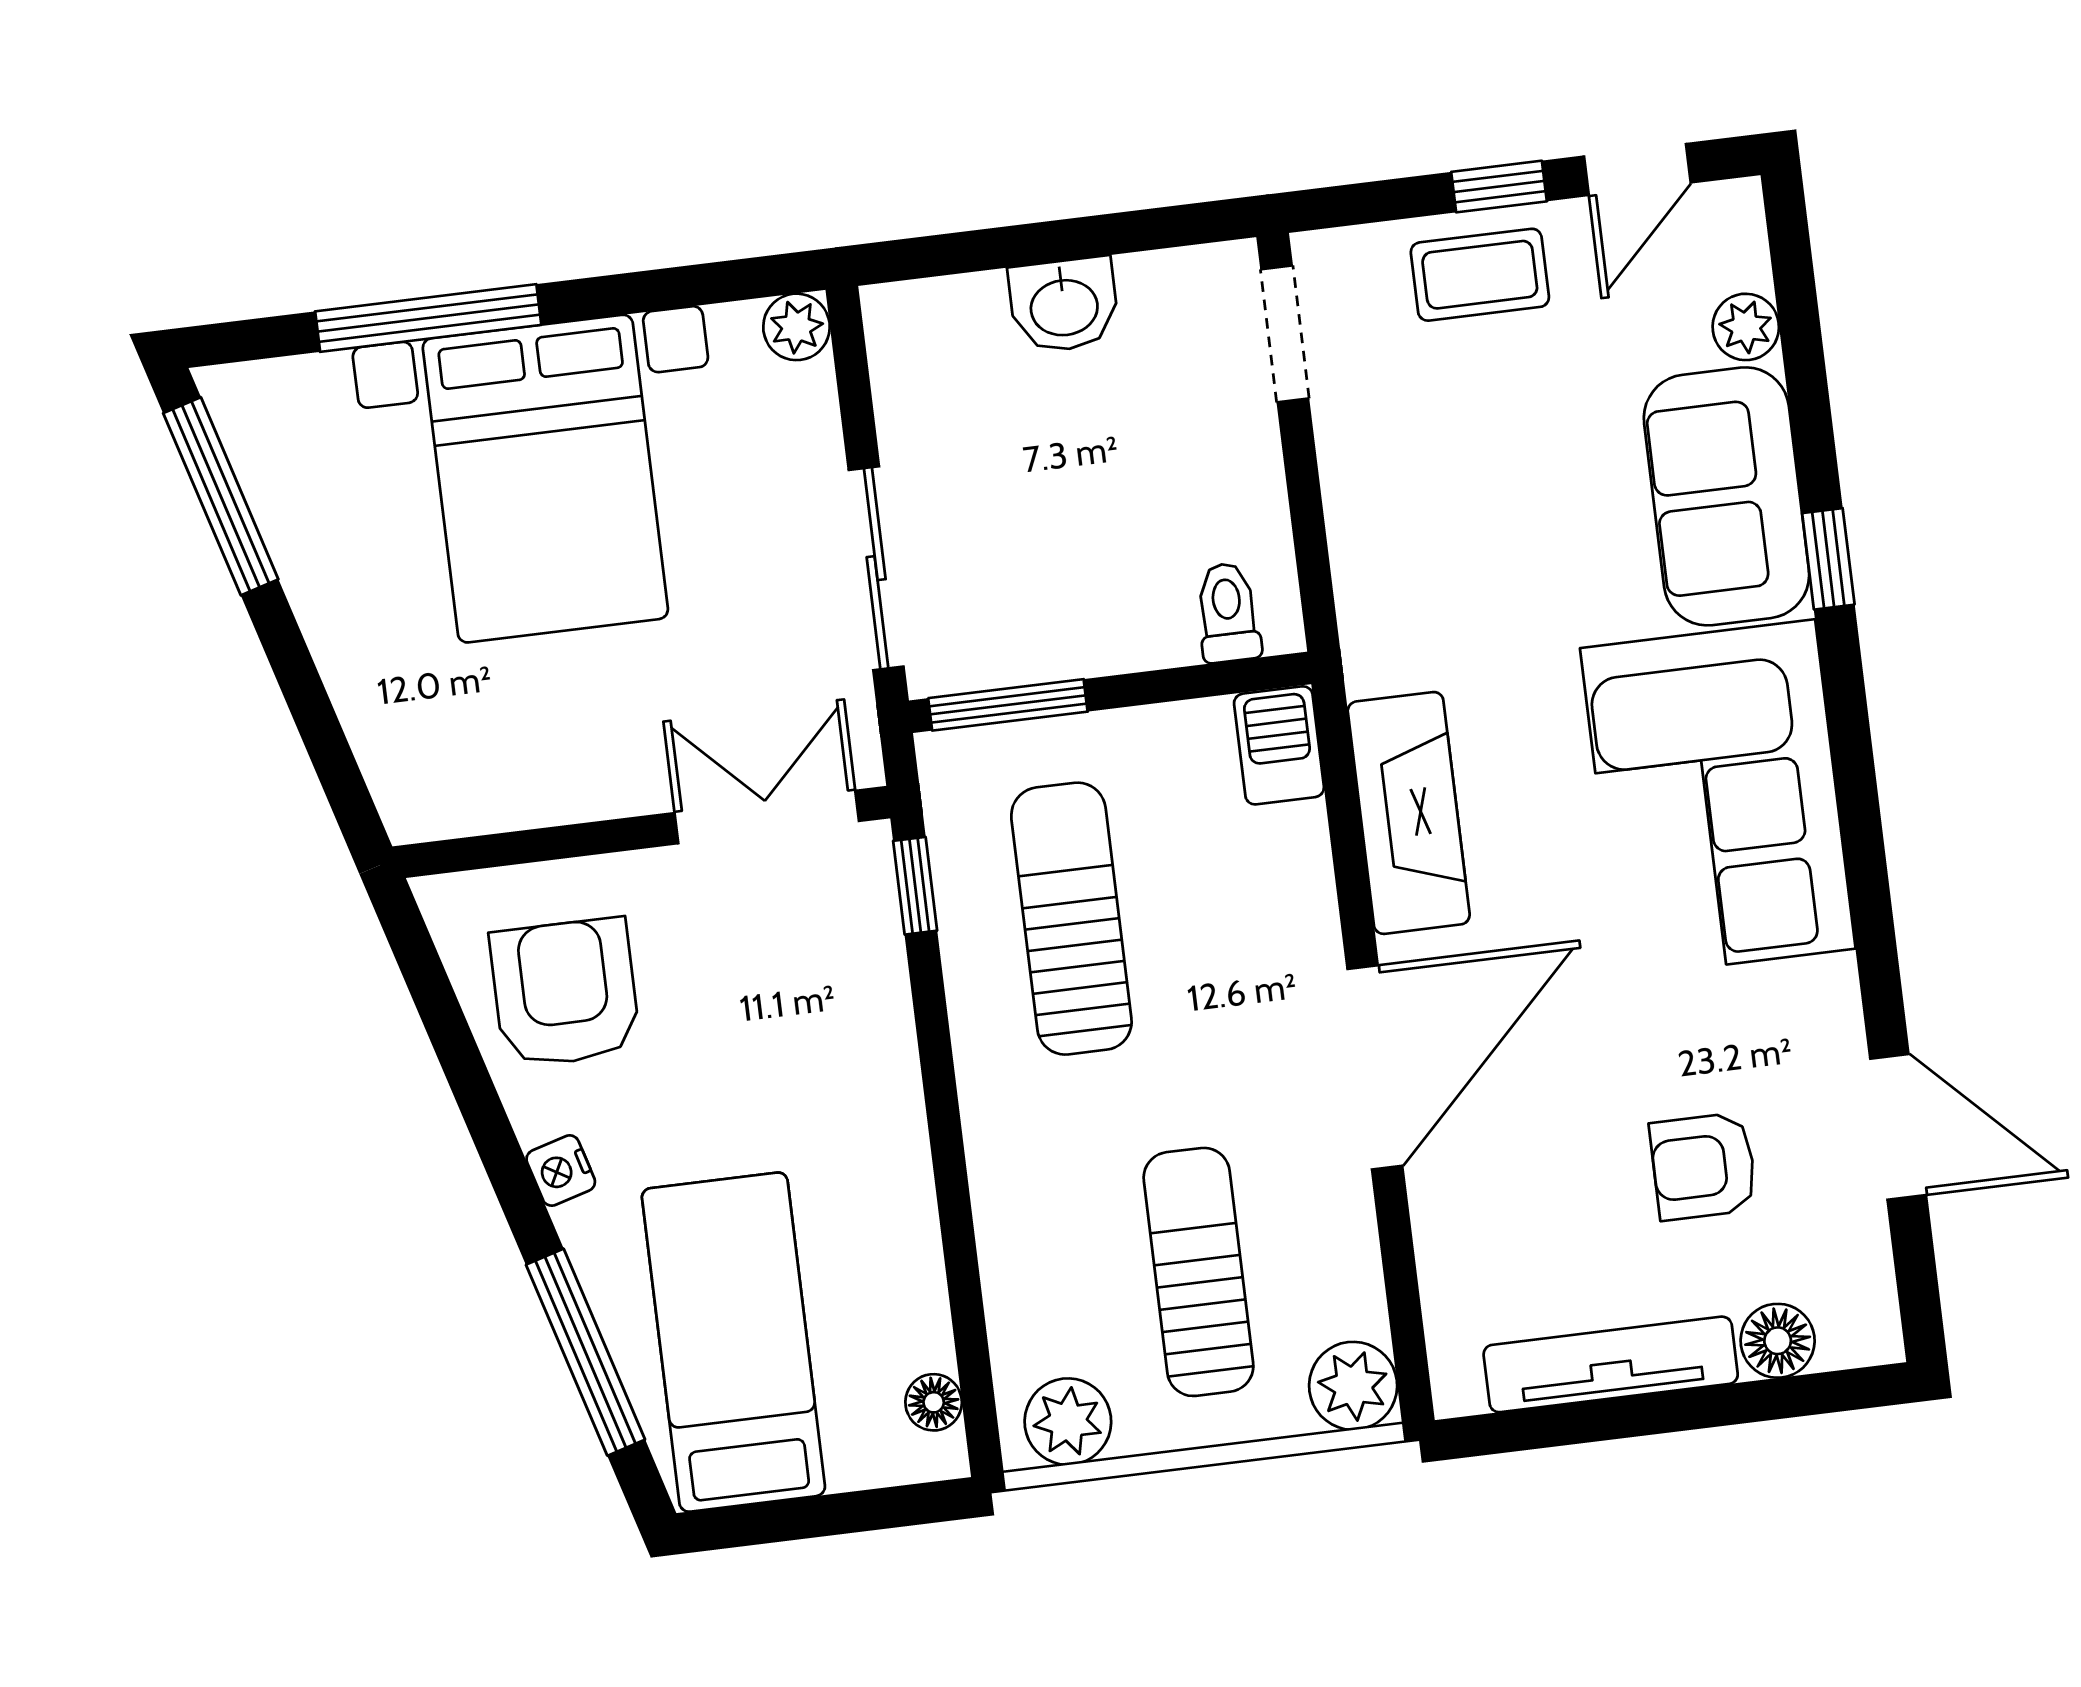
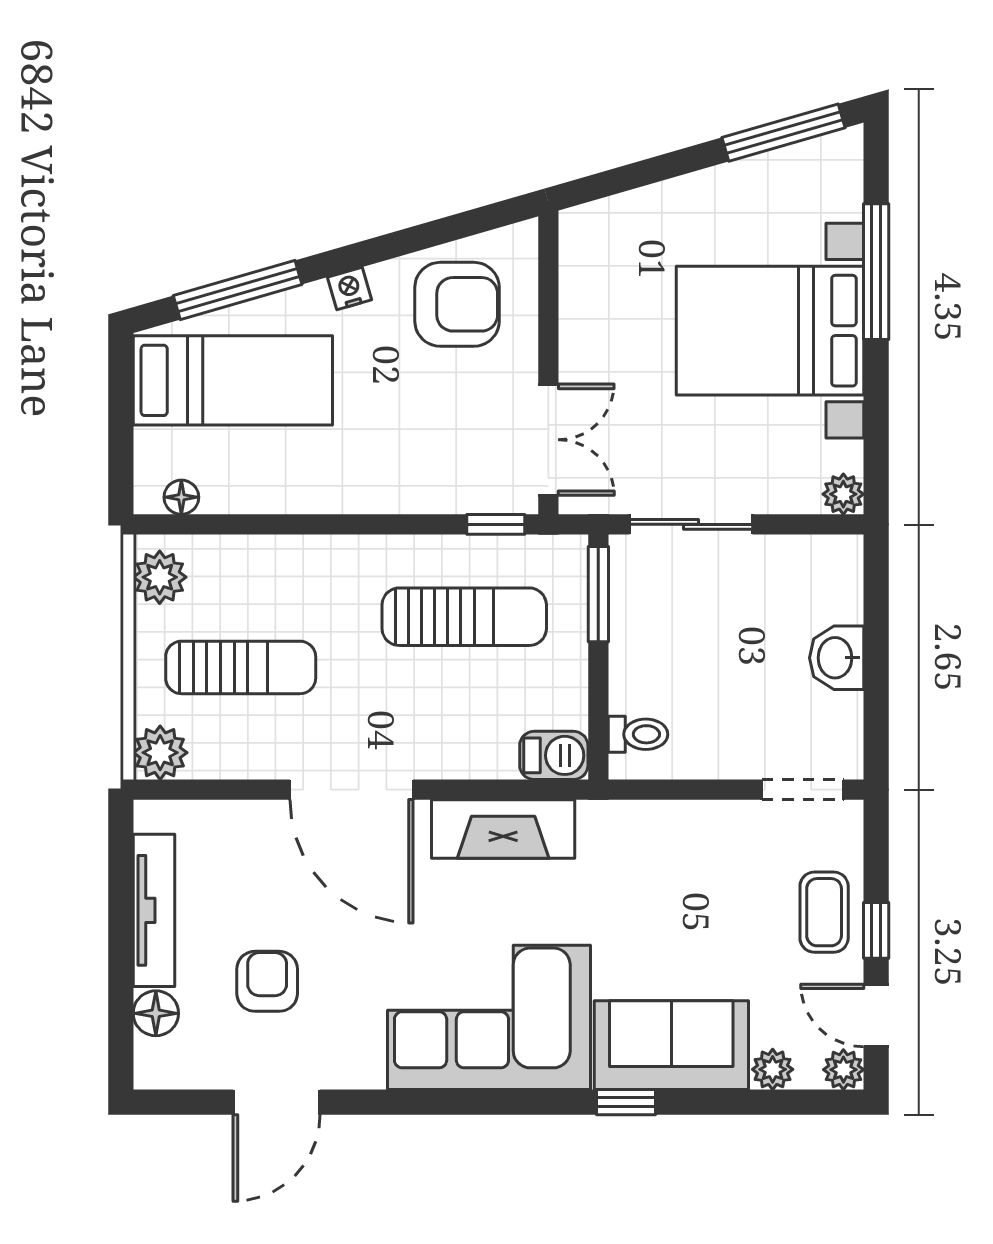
plant: (1732, 212) -> (843, 1070), added

